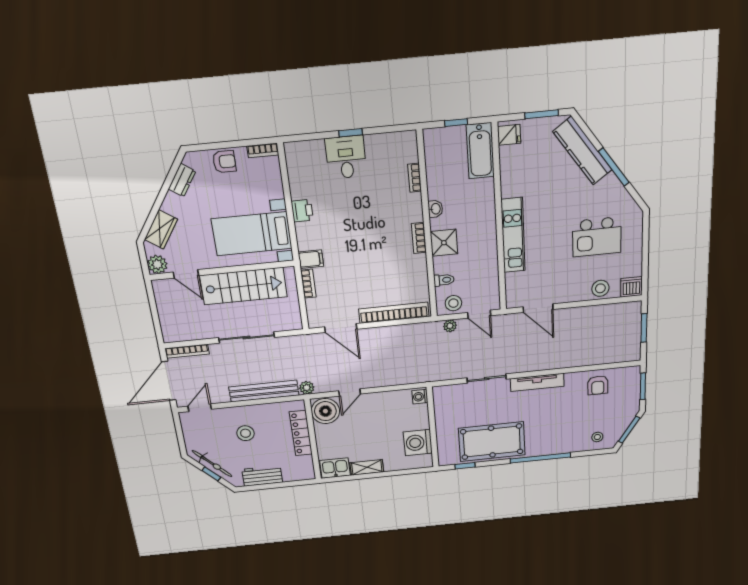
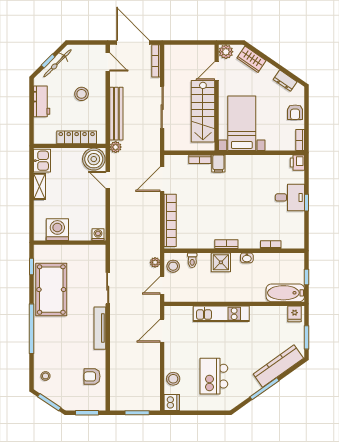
printer: (302, 211) -> (297, 163), moved, turned 90

